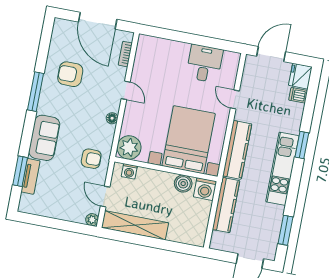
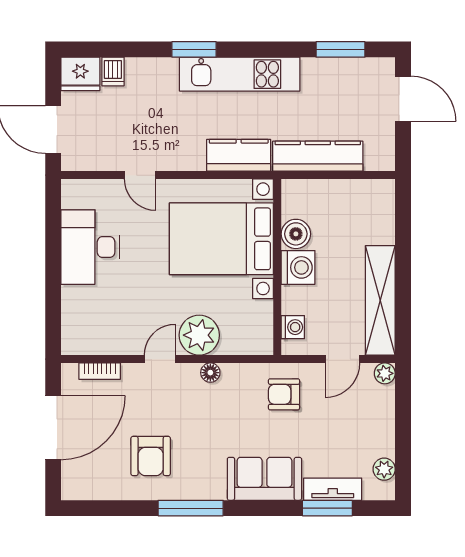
desk: (204, 64) -> (90, 247), width x1.37
door: (235, 100) -> (140, 175), hinge flipped
plant: (129, 148) -> (199, 335), moved
kitchen counter: (237, 150) -> (239, 155), width x0.67
armchair: (91, 159) -> (284, 394), turned -90
washing machine: (205, 189) -> (298, 267), moved
plant: (36, 209) -> (384, 469), added

